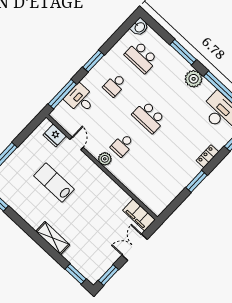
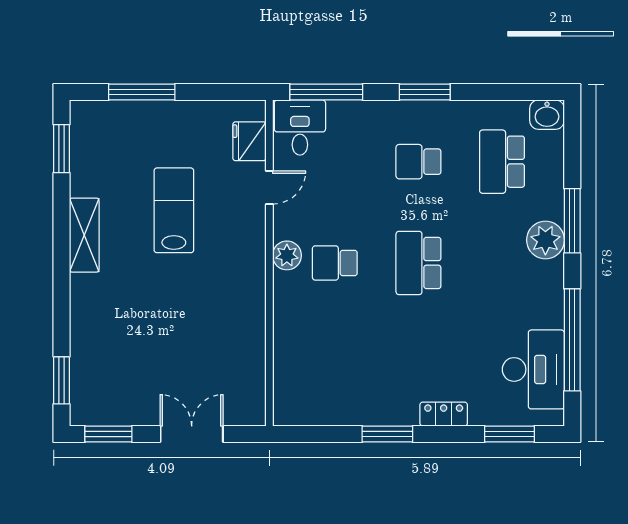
plant: (194, 79) -> (545, 240), moved
desk: (80, 99) -> (300, 128), moved
filing cabinet: (139, 215) -> (249, 393), removed
shelving: (53, 238) -> (84, 235), moved

